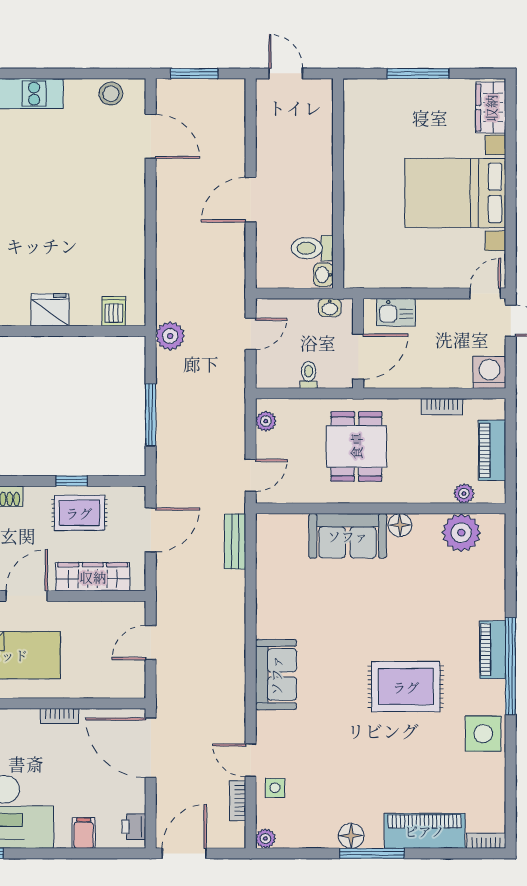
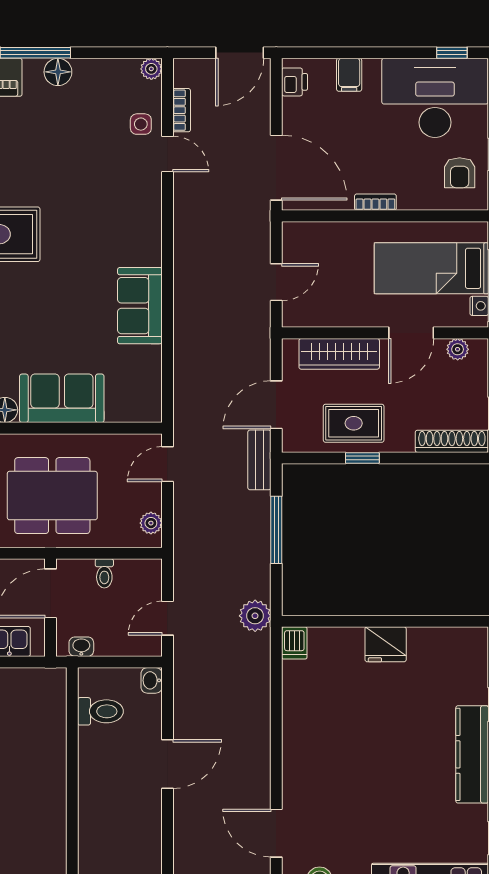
washbasin: (323, 275) -> (152, 680), moved, turned 180
dishwasher: (114, 311) -> (294, 643), moved
dining table: (356, 446) -> (52, 496), width x1.37
bench: (235, 541) -> (259, 460), moved
sofa: (276, 675) -> (140, 306), moved

